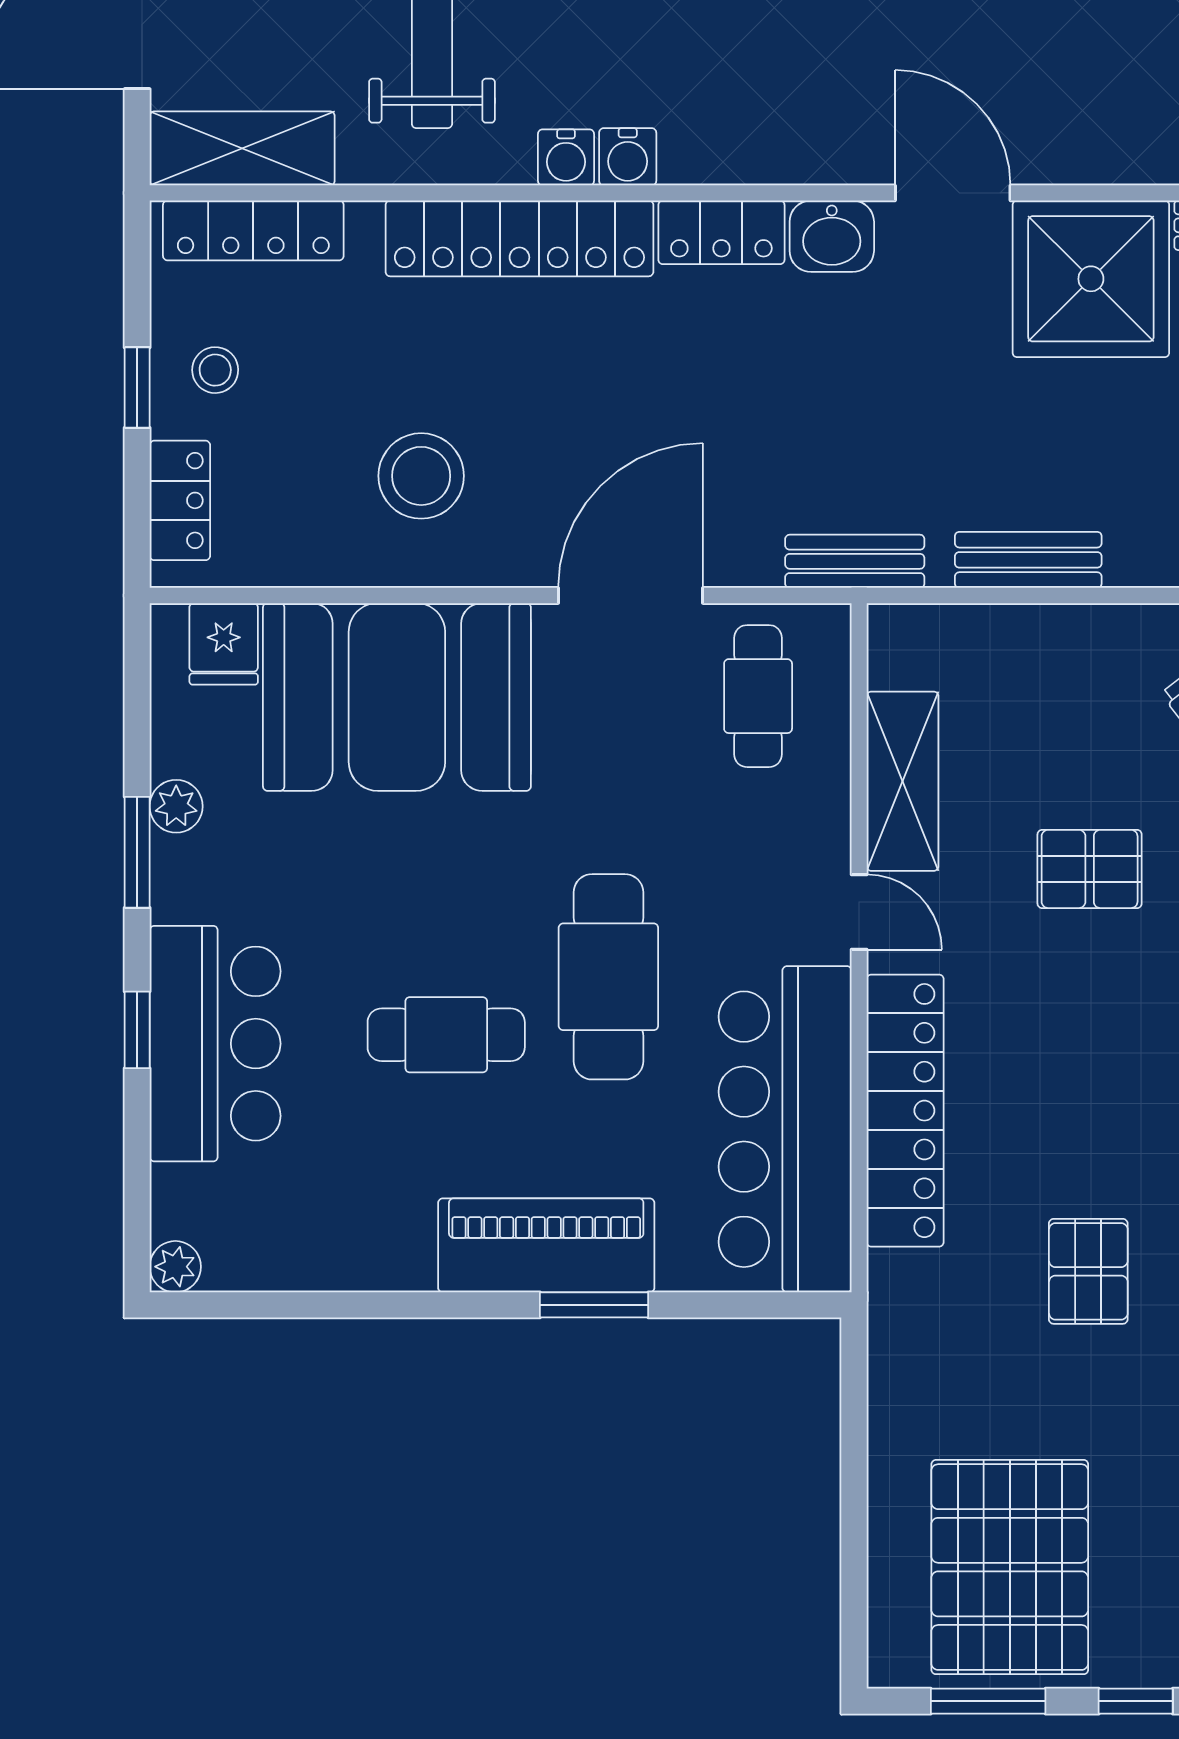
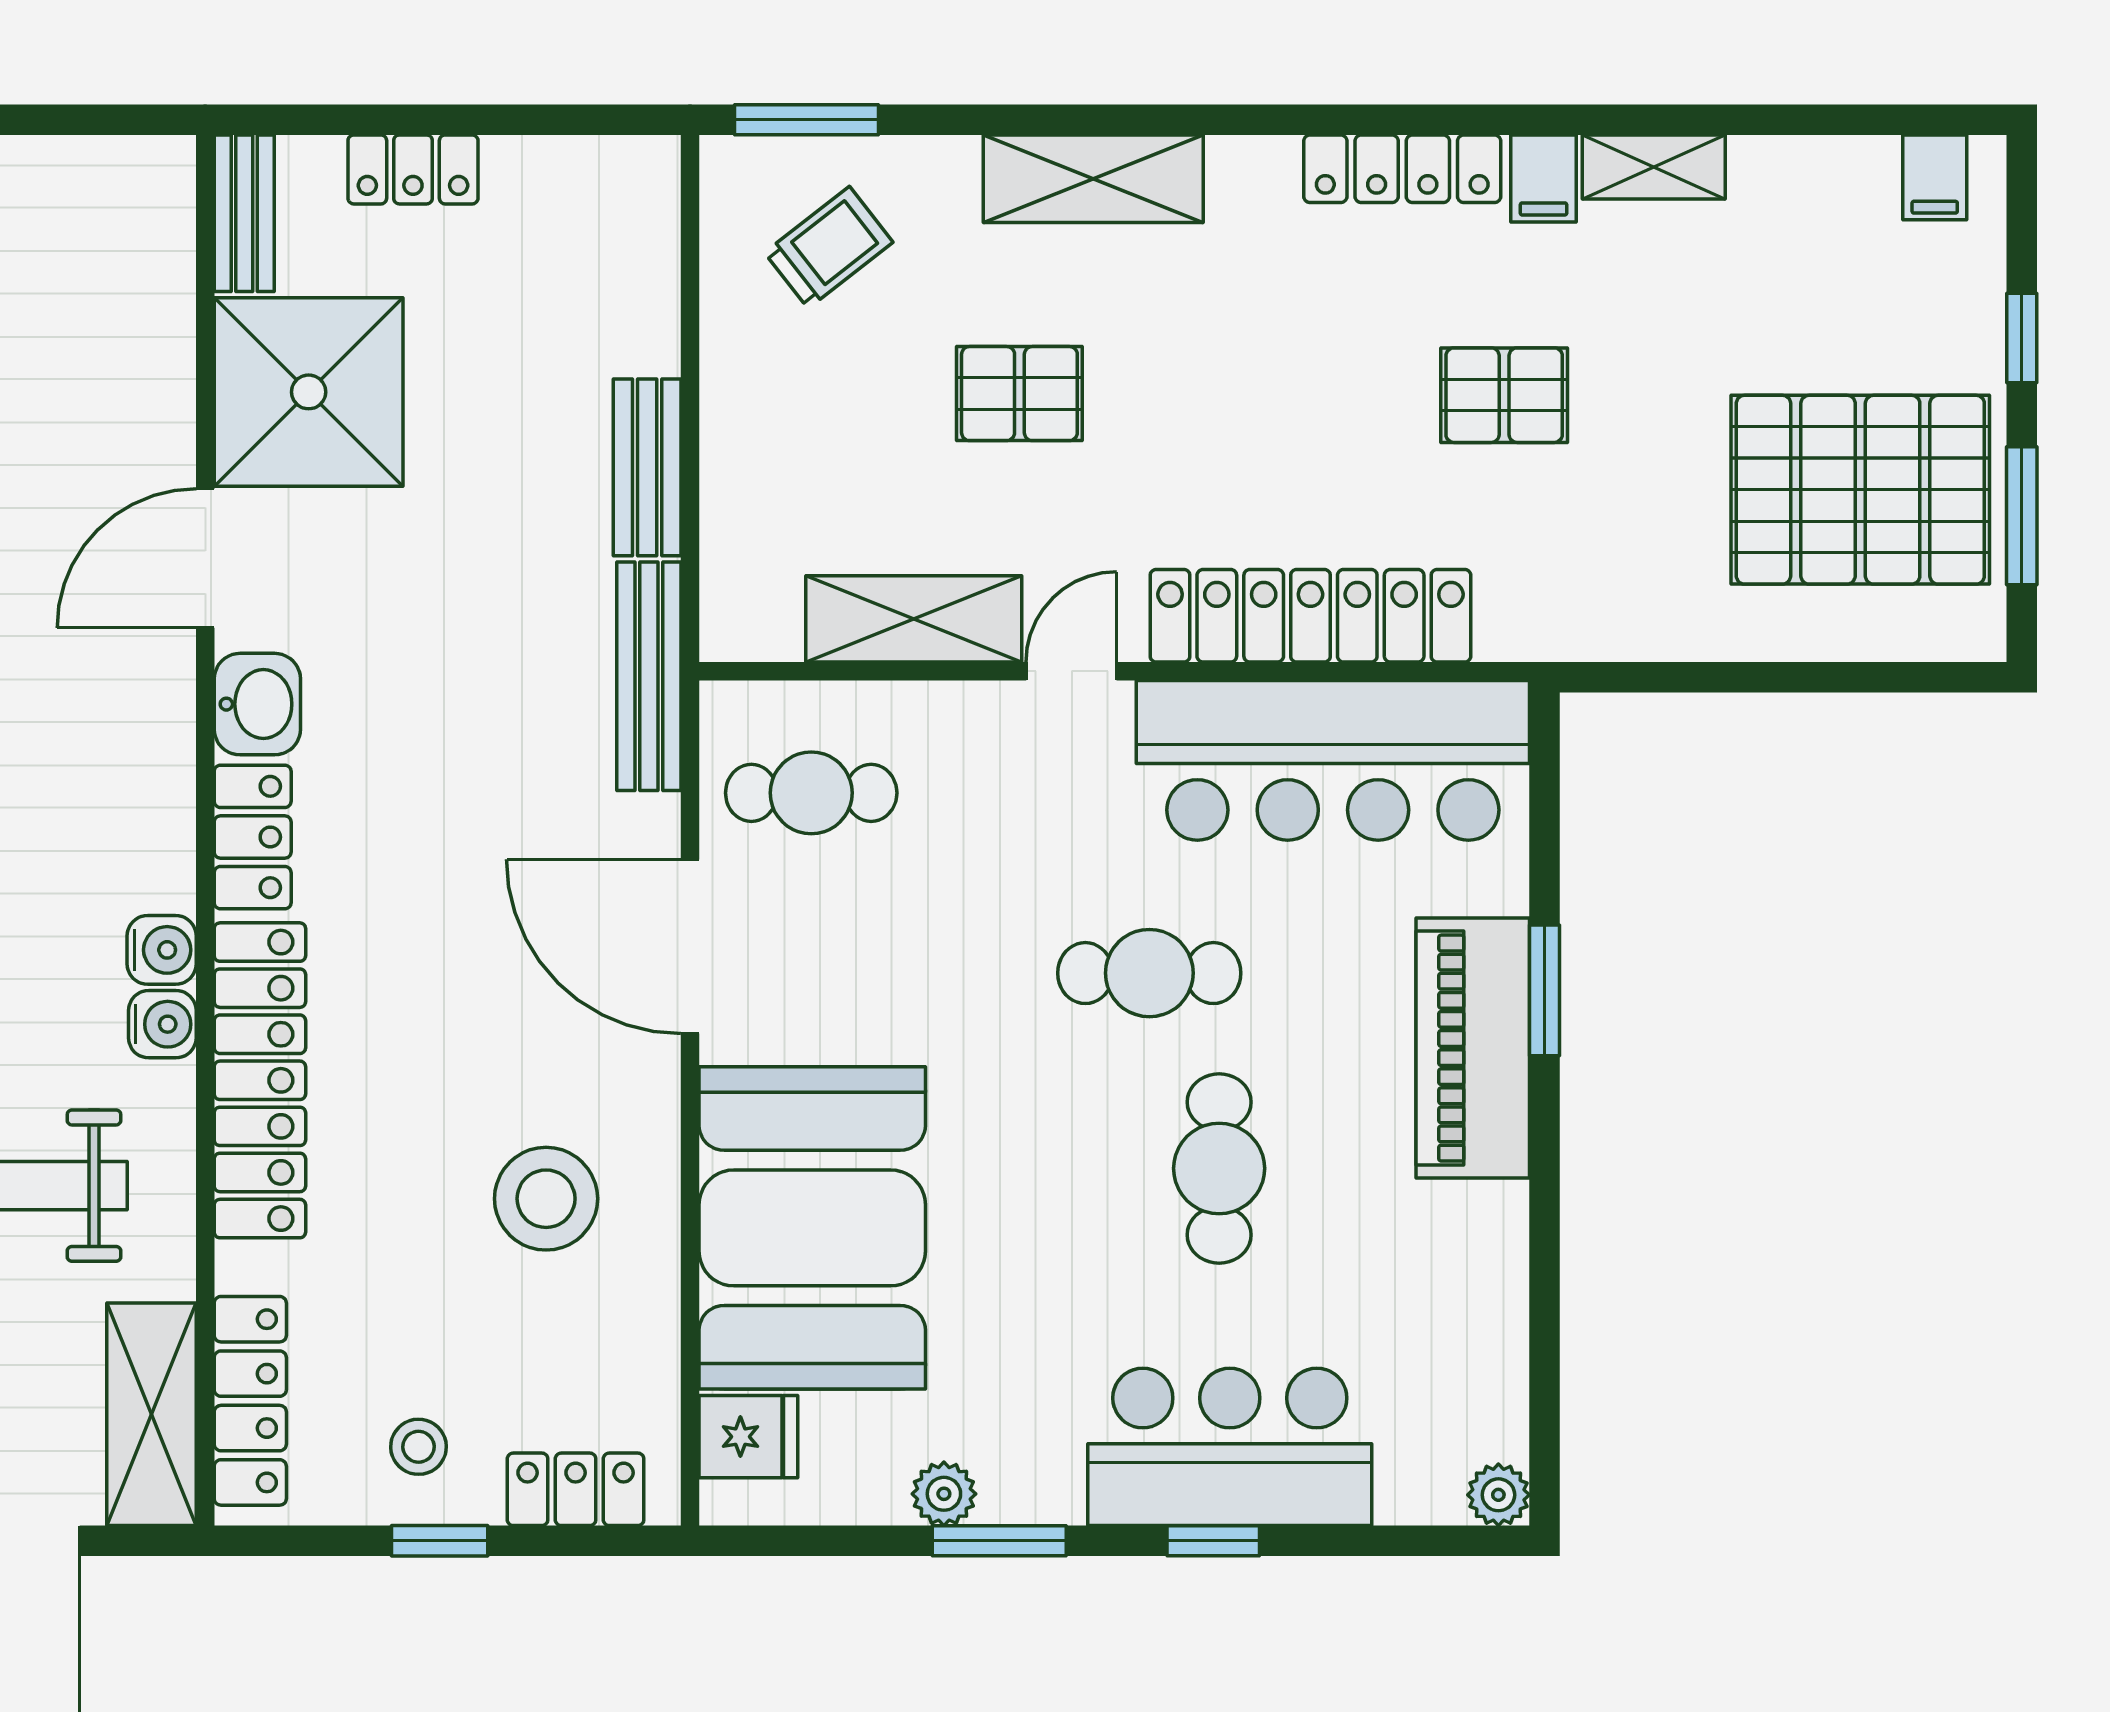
bench: (855, 561) -> (649, 676), width x1.36
pallet: (1090, 869) -> (1019, 394), turned 90
cafe table: (608, 977) -> (1149, 973), width x0.73, depth x0.74

